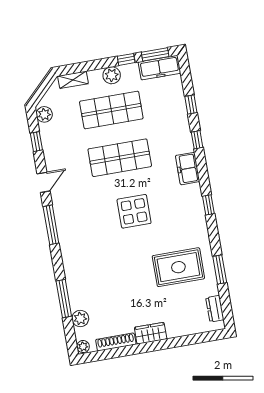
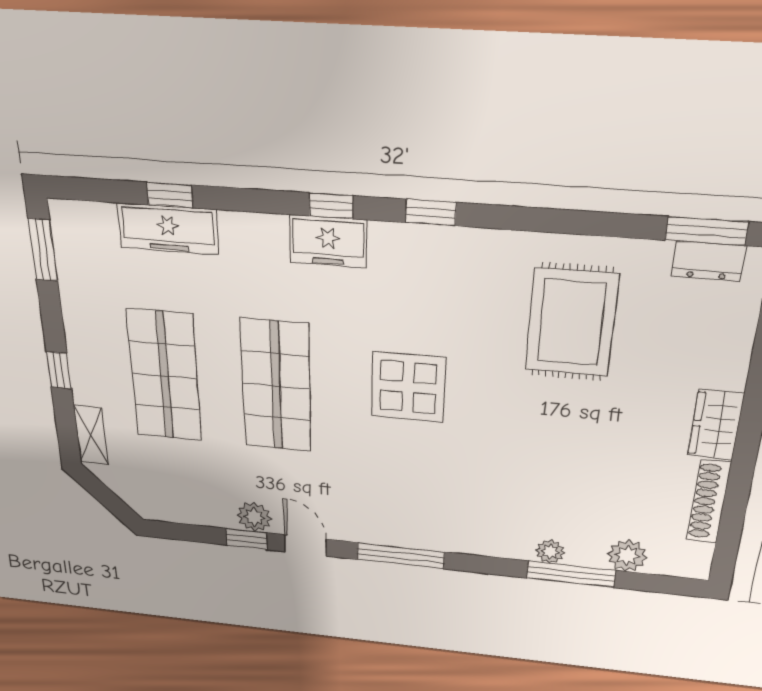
window: (126, 59) -> (59, 370), moved
freezer: (160, 68) -> (168, 229), moved, turned 90
plant: (112, 75) -> (86, 356), removed
plant: (44, 114) -> (254, 517), moved
window: (197, 140) -> (331, 206), moved
window: (36, 142) -> (247, 539), moved
window: (220, 270) -> (706, 231), moved
plant: (83, 347) -> (550, 552), moved

